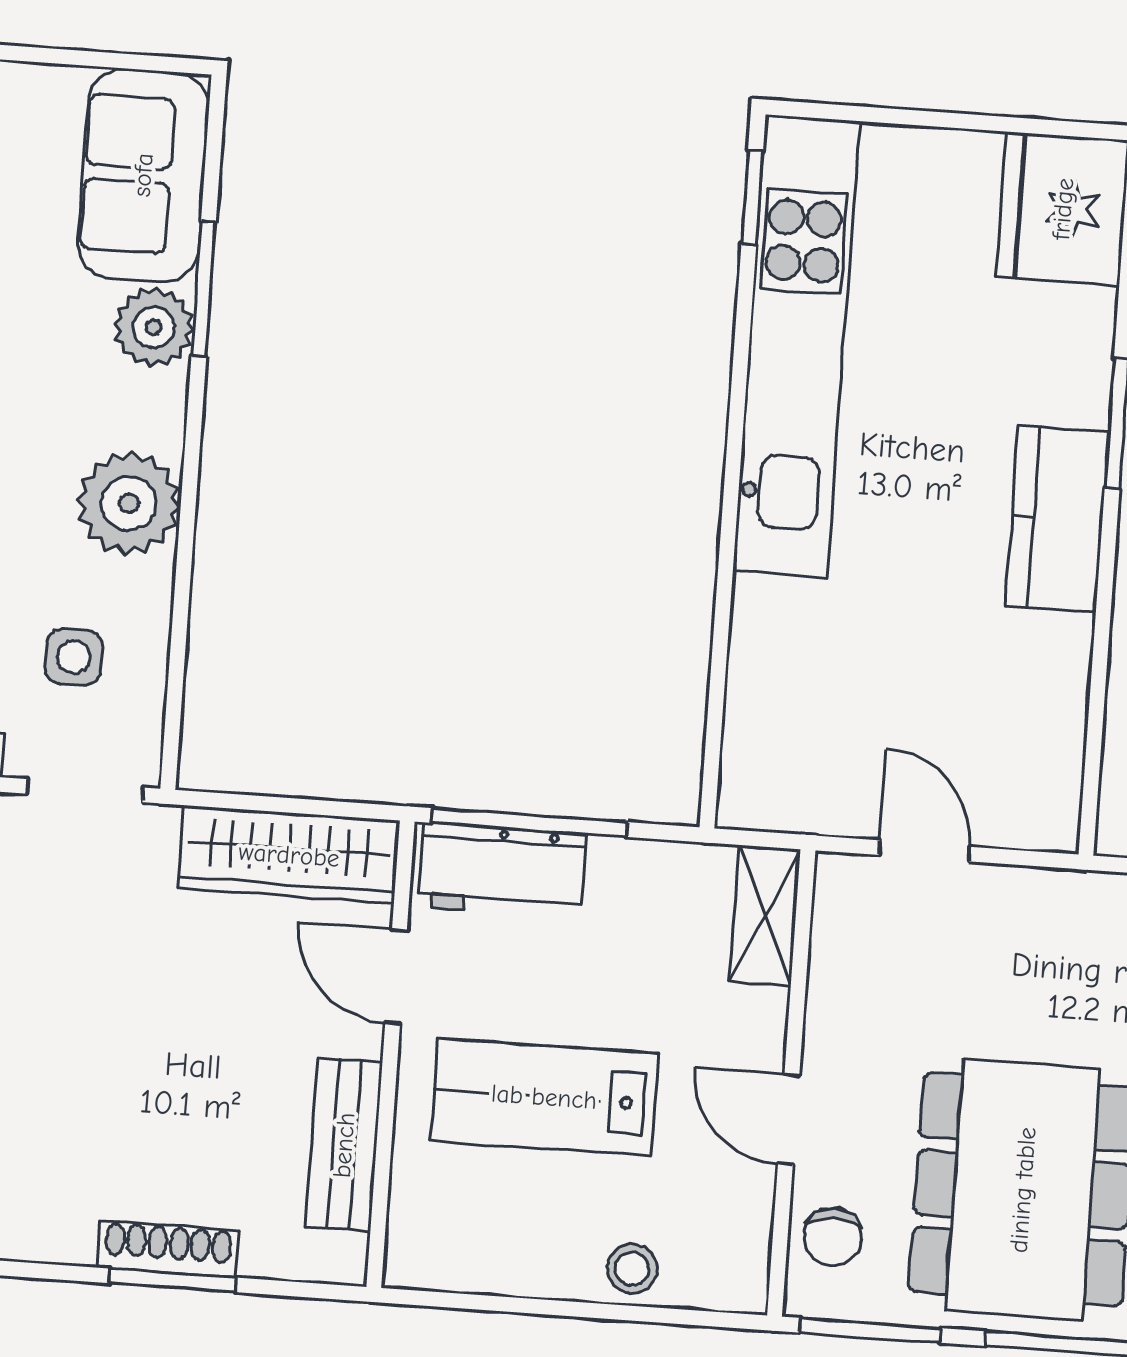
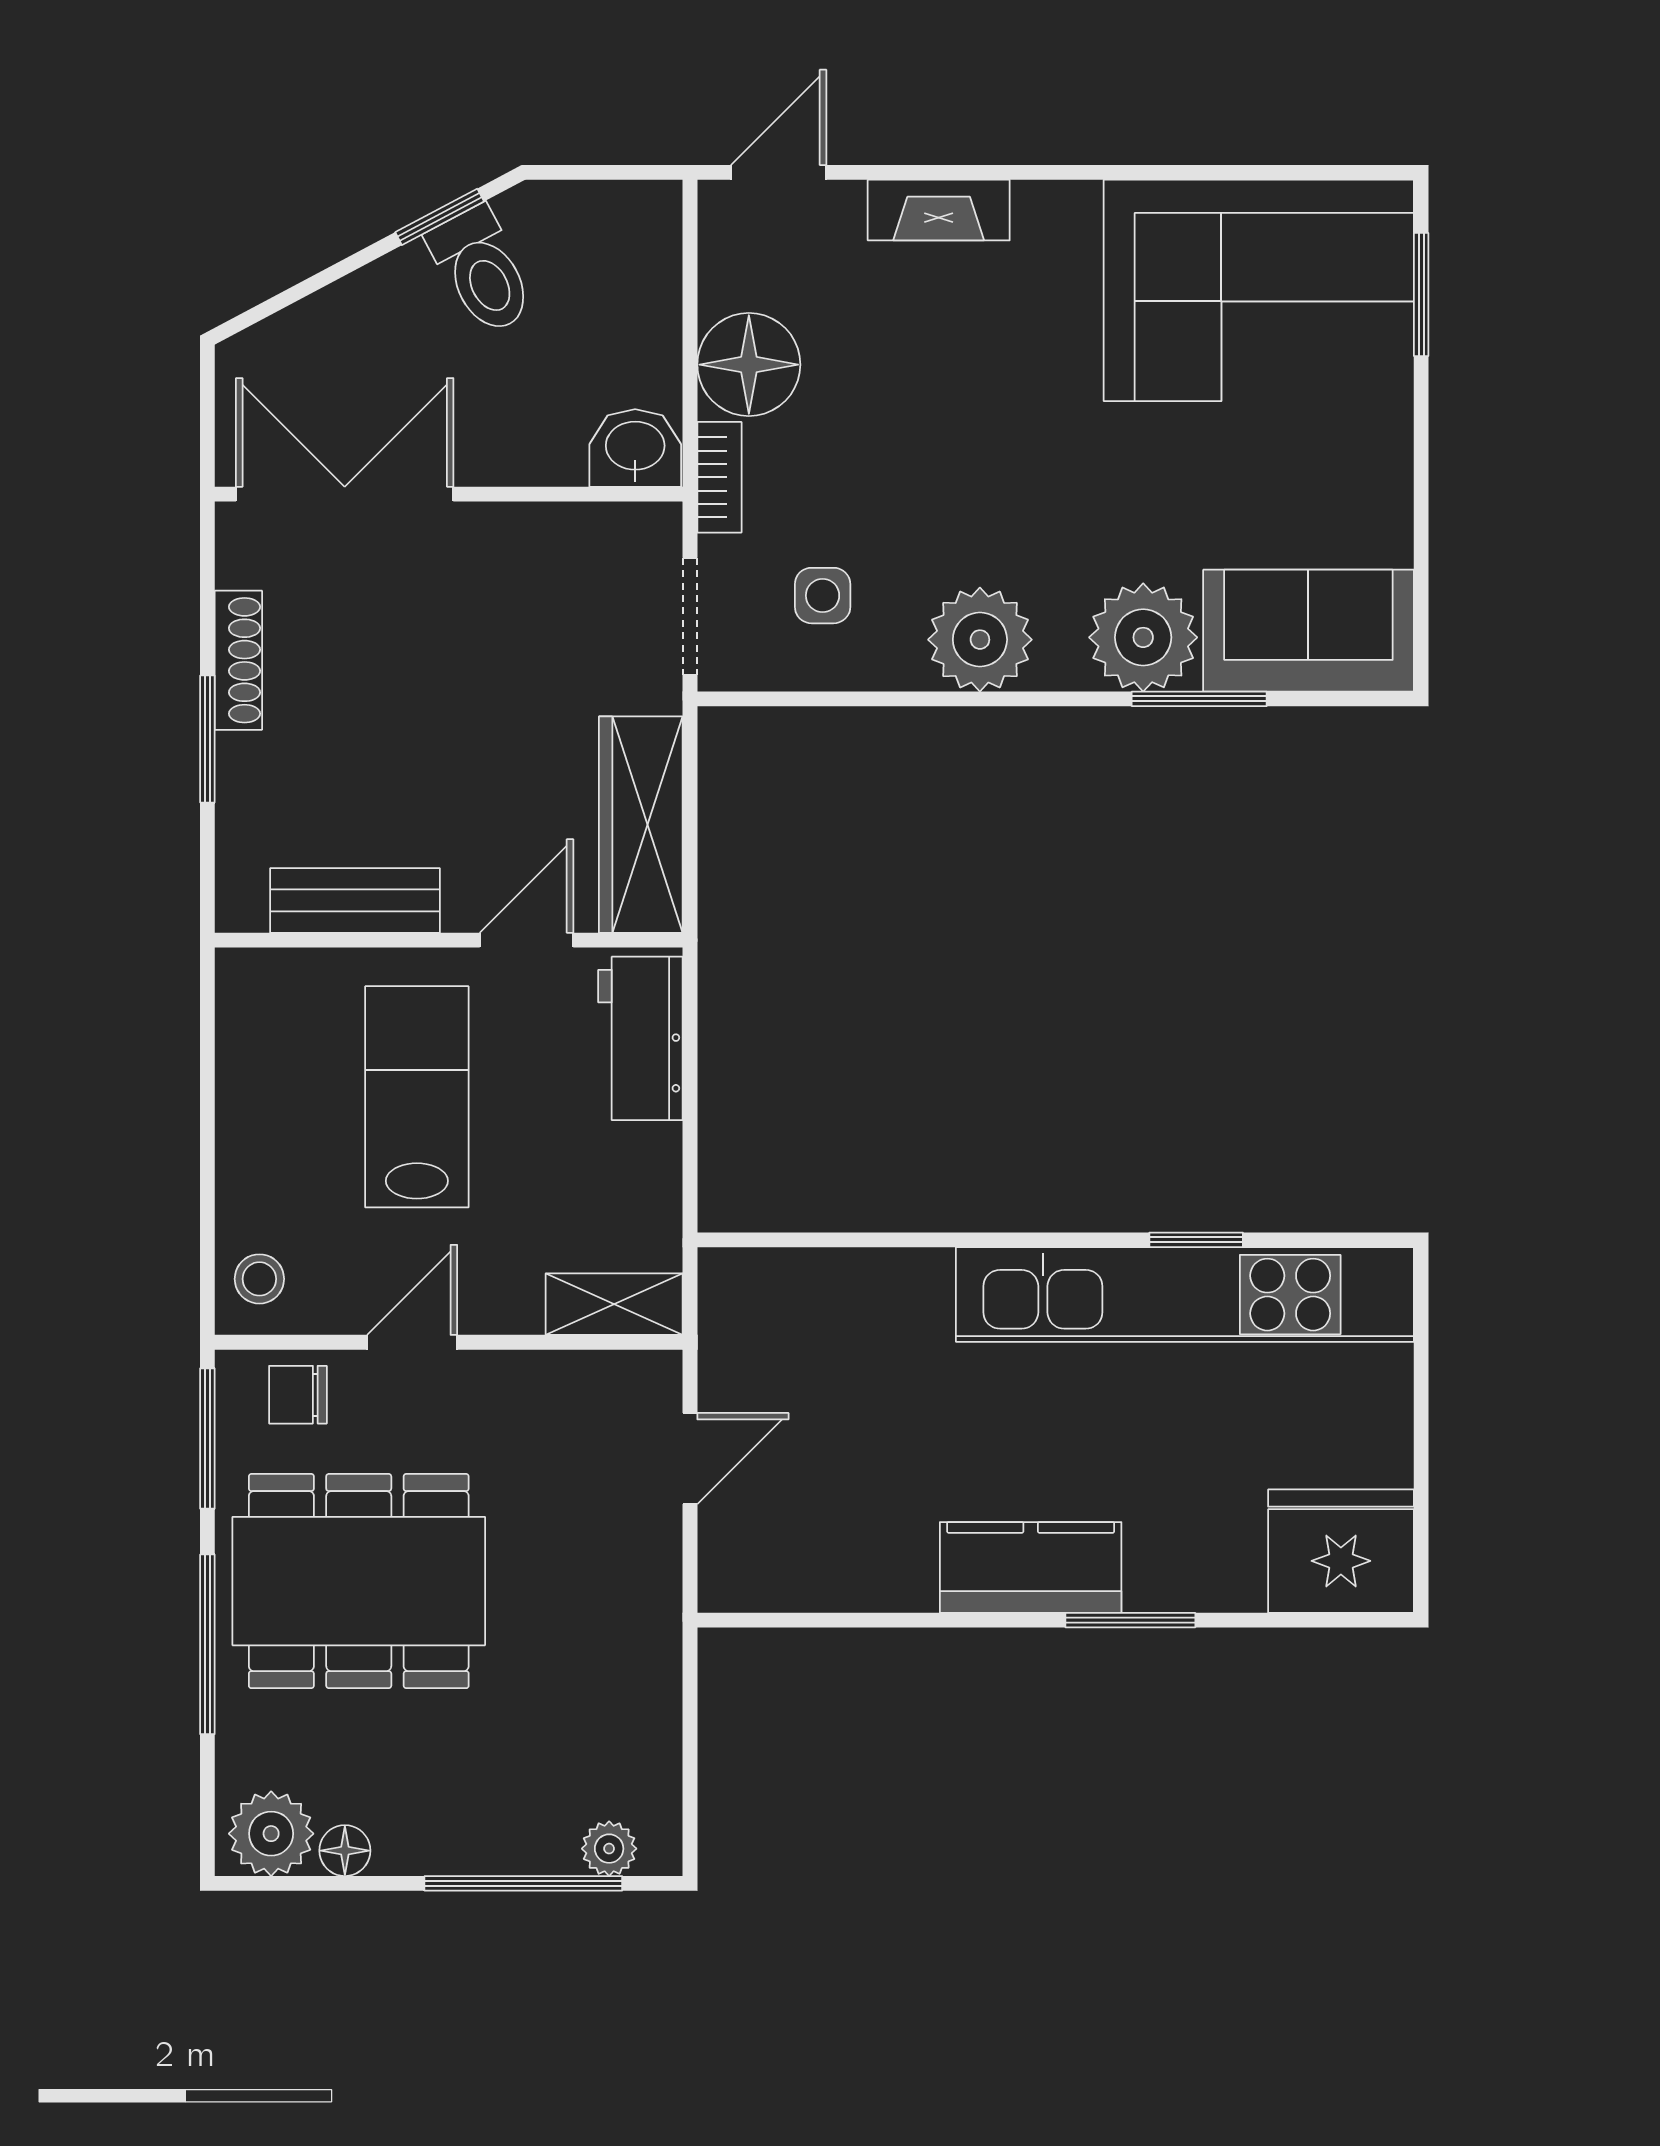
window: (752, 197) -> (1196, 1240), moved
plant: (154, 327) -> (1143, 637), width x1.36, depth x1.36
window: (529, 822) -> (690, 1062), removed
shoe rack: (168, 1249) -> (238, 660), moved
stool: (632, 1269) -> (259, 1279), moved

